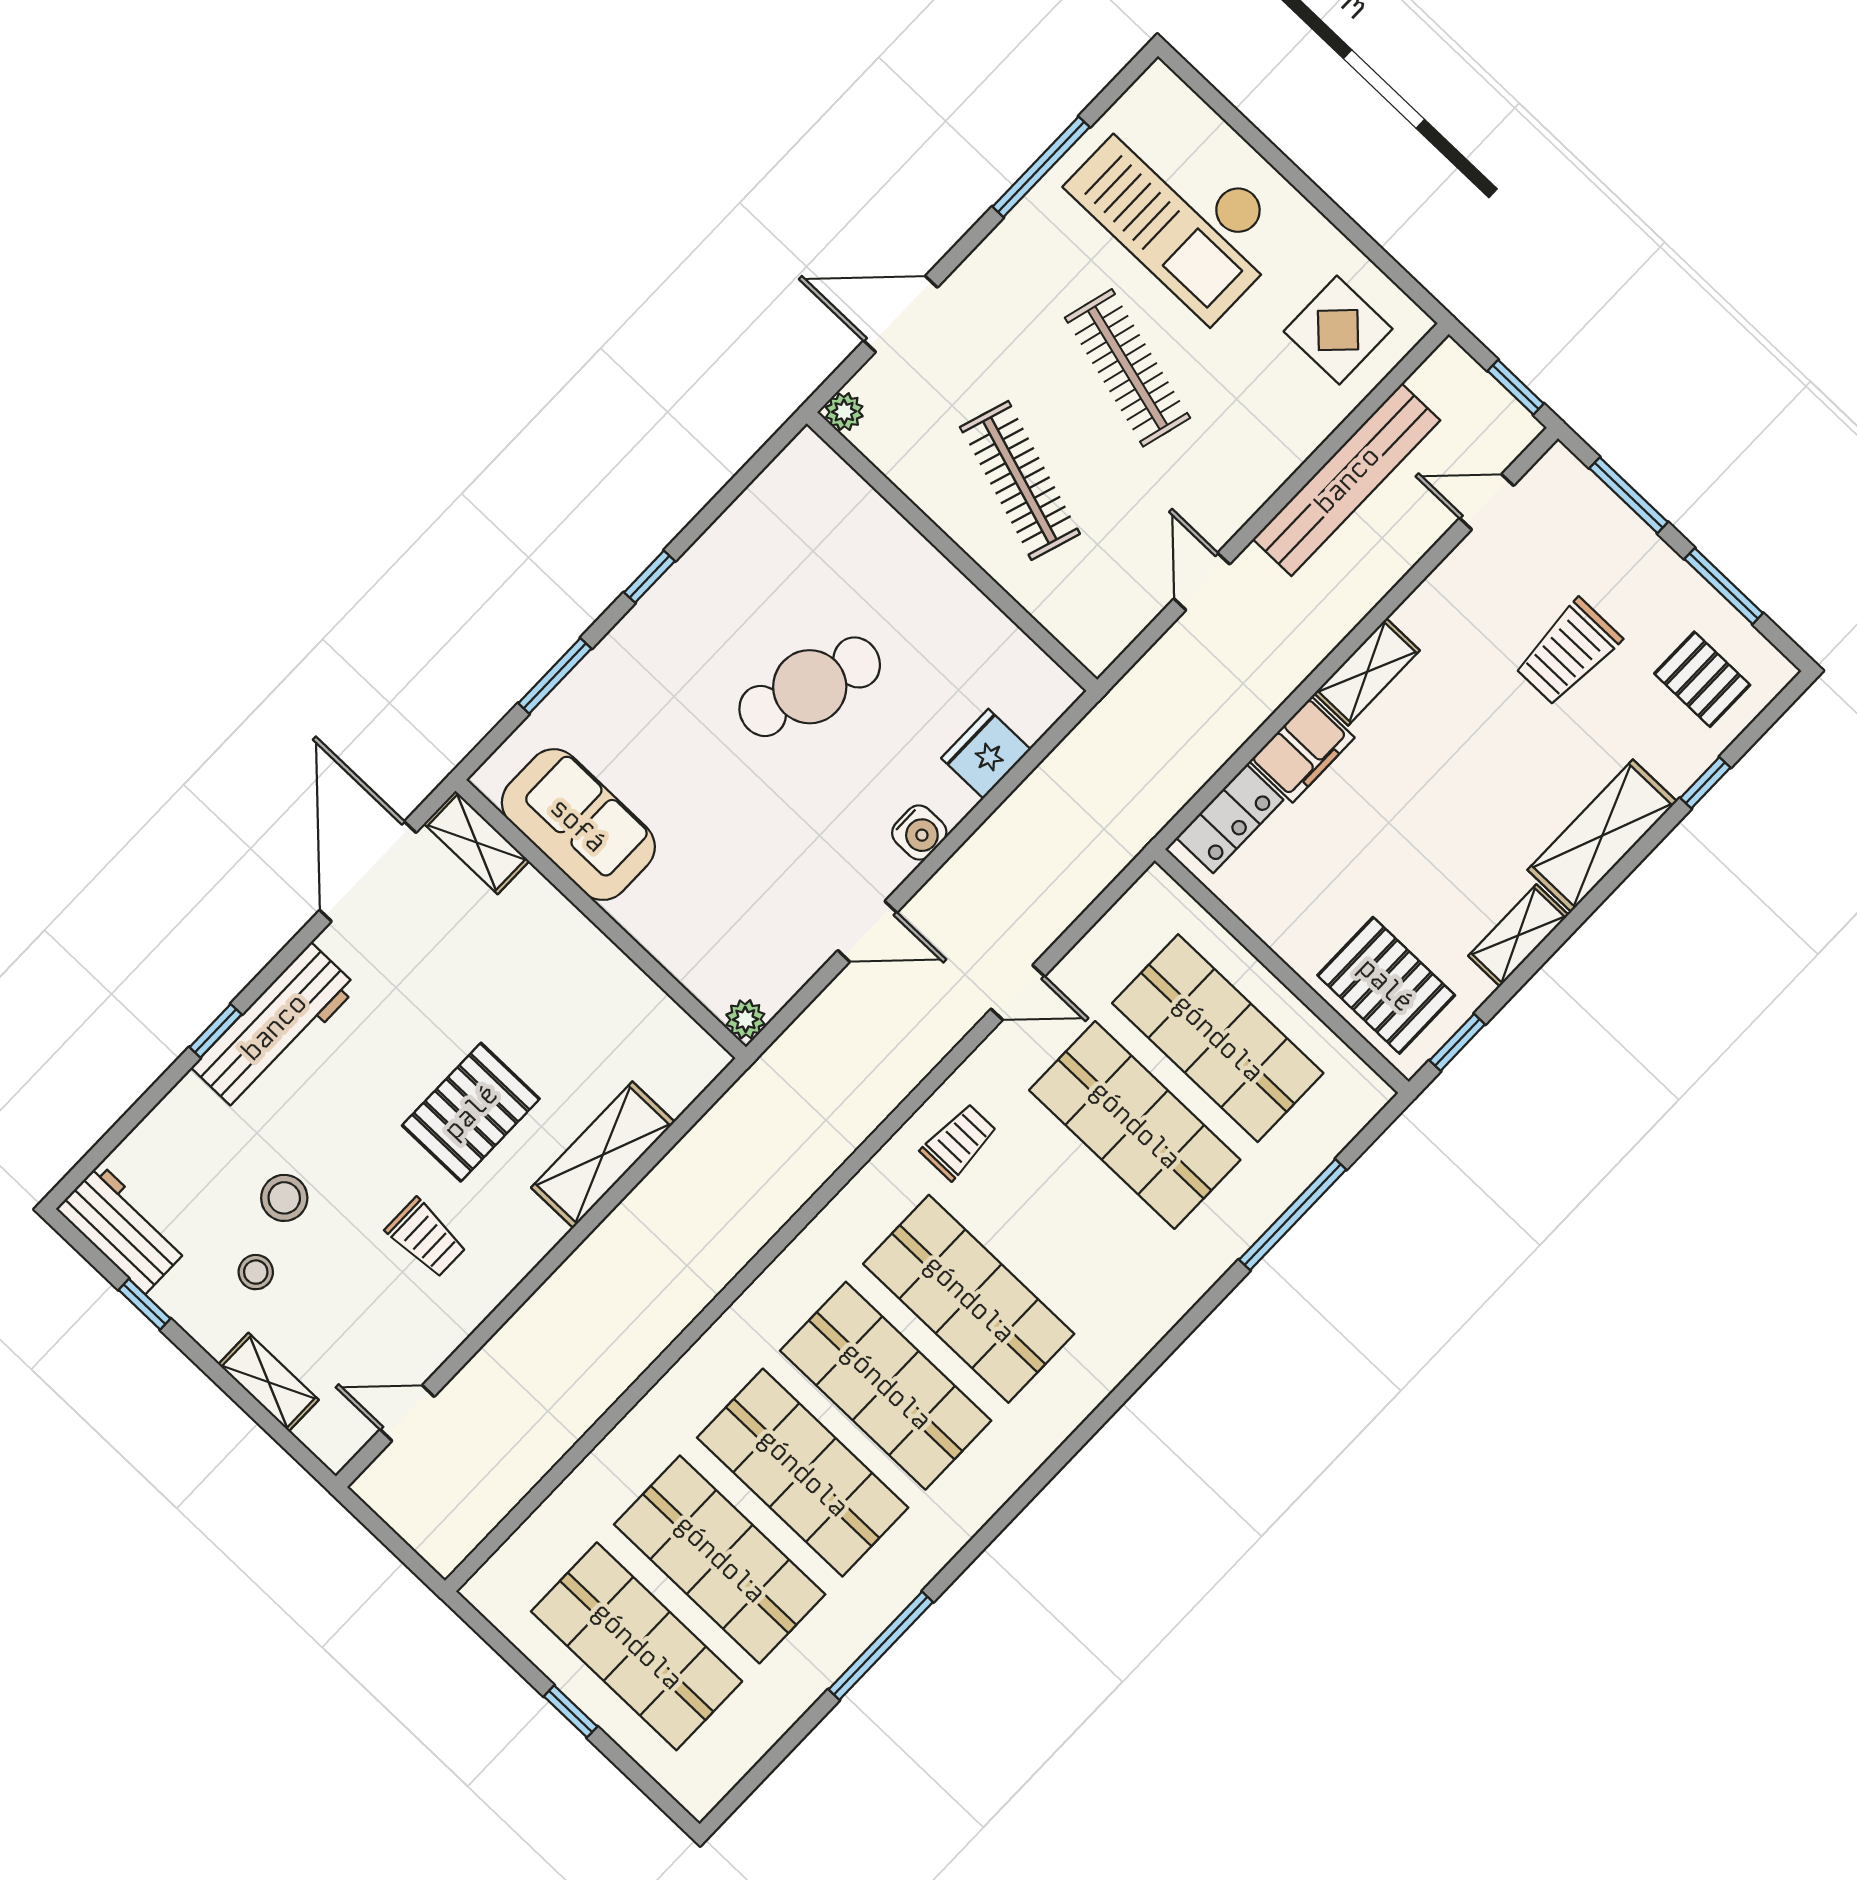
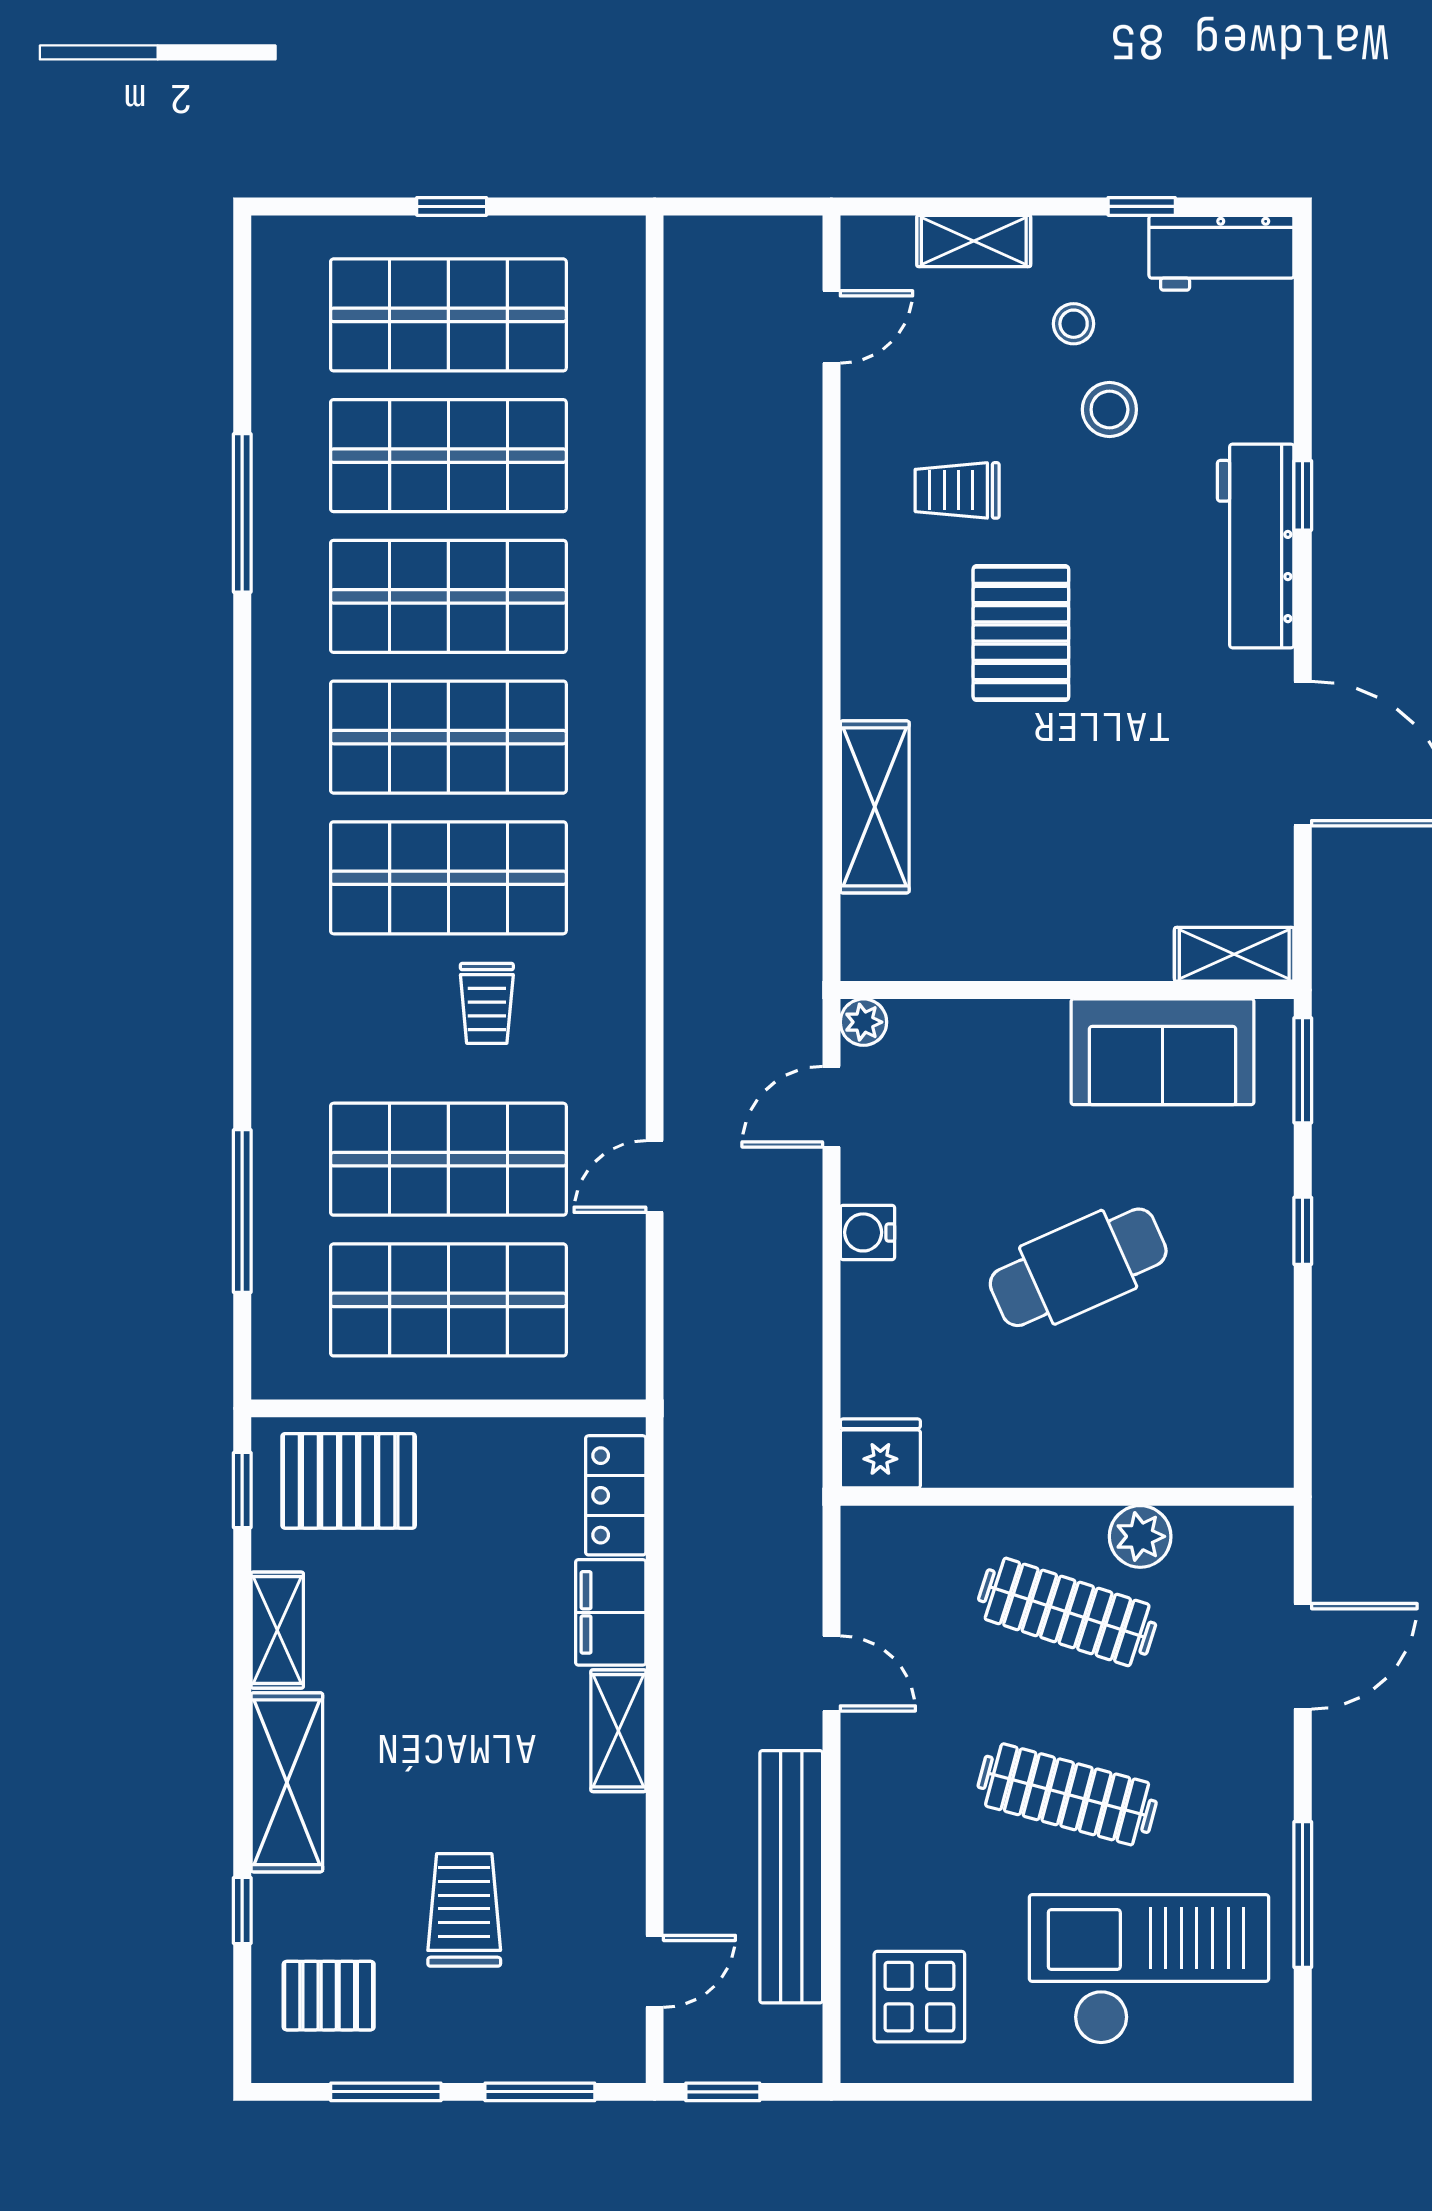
plant: (844, 412) -> (1140, 1536), moved, width x1.38, depth x1.38
cafe table: (810, 687) -> (1078, 1267), turned 47
fridge: (986, 754) -> (880, 1453), moved, turned -90
sofa: (578, 825) -> (1162, 1052), moved
shelving: (477, 842) -> (1234, 954), moved
wall: (601, 919) -> (1067, 990), moved
plant: (745, 1019) -> (863, 1022), moved
trolley: (959, 1142) -> (487, 1003), moved
shelving: (603, 1155) -> (875, 807), moved

